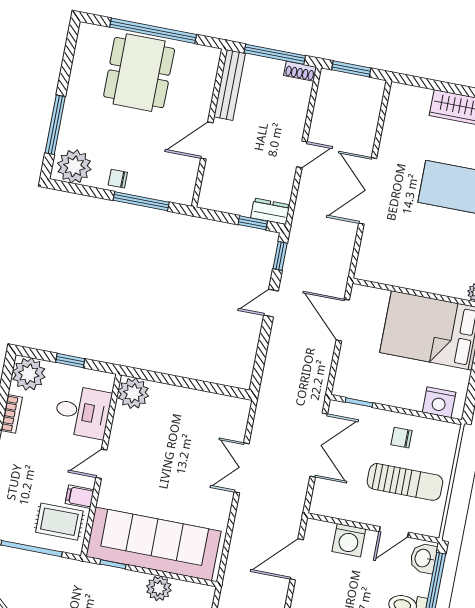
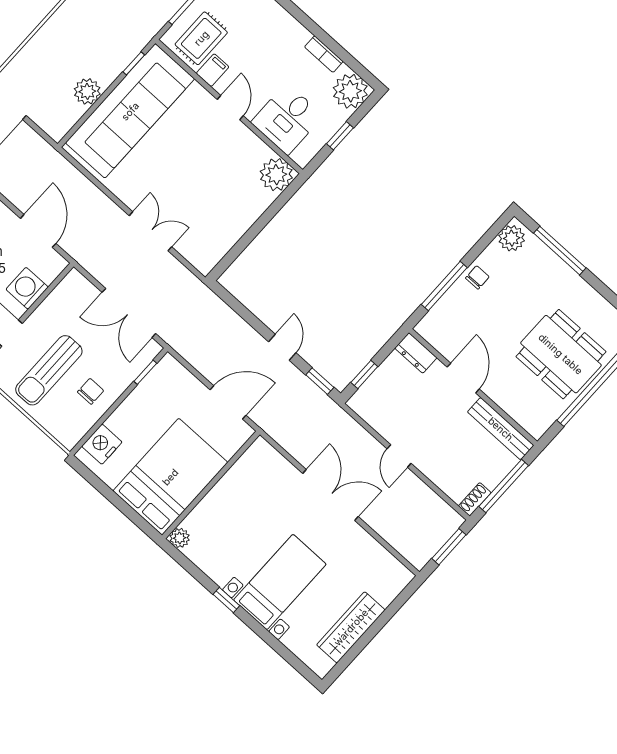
plant: (74, 166) -> (512, 238), width x0.73, depth x0.73
dresser: (270, 211) -> (416, 353), moved, turned 90

